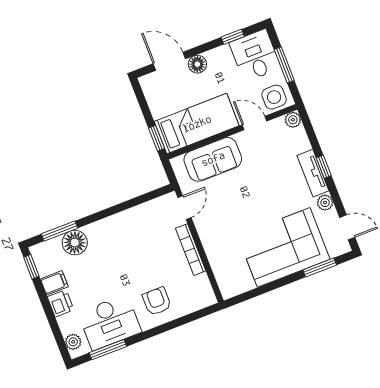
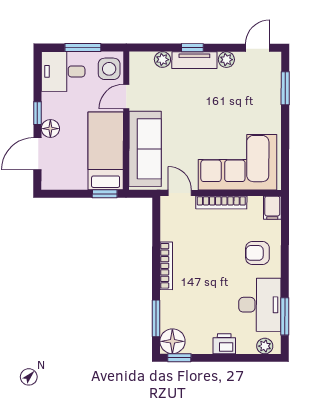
window: (233, 37) -> (37, 113), moved
plant: (293, 120) -> (162, 59), moved
sofa: (213, 159) -> (145, 149), width x1.36
bookcase: (112, 221) -> (166, 266), added
floor lamp: (75, 243) -> (172, 341), moved
corner sofa: (284, 247) -> (237, 162), moved, turned 90
filing cabinet: (54, 283) -> (272, 208), moved, turned 180

